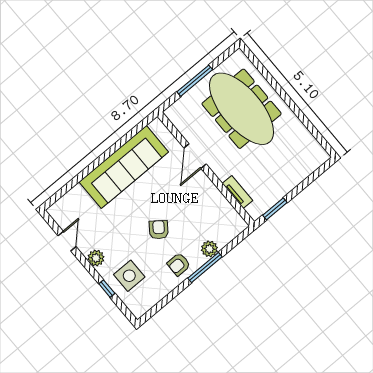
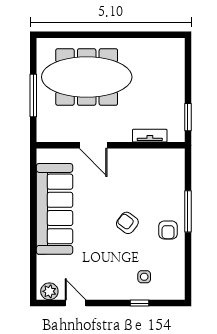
plant: (209, 249) -> (176, 195), removed
plant: (96, 258) -> (49, 291), moved
side table: (129, 276) -> (144, 277), width x0.54, depth x0.54

